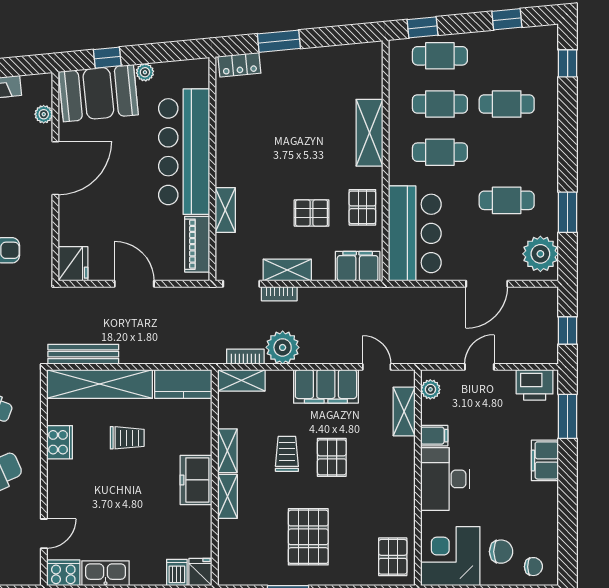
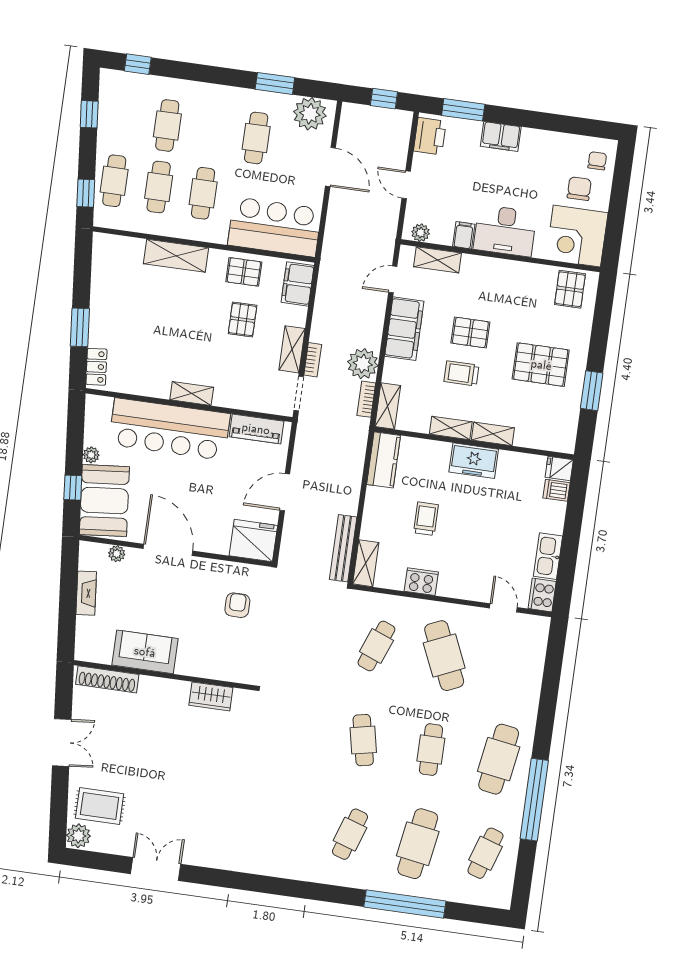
shelving: (225, 210) -> (192, 394), moved
fridge: (73, 264) -> (253, 541), width x1.36, depth x1.34
shelving: (100, 384) -> (366, 563), width x0.45, depth x0.75
pallet: (393, 557) -> (570, 289), turned 90

